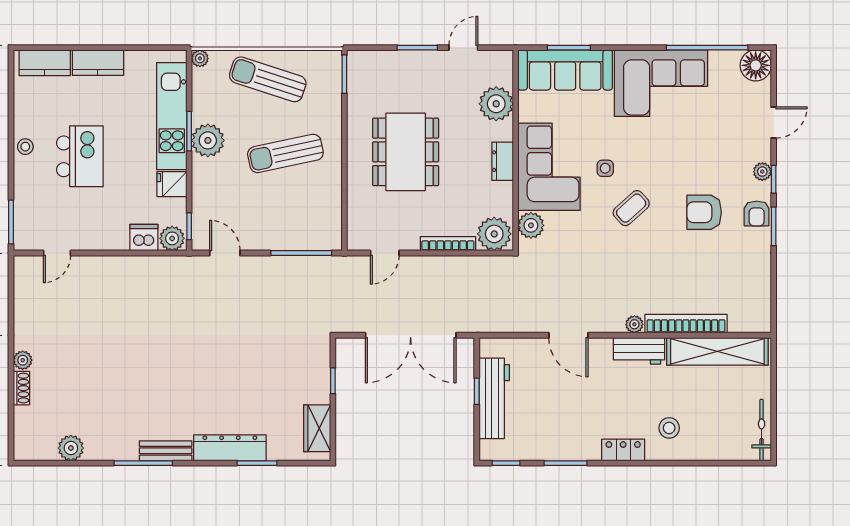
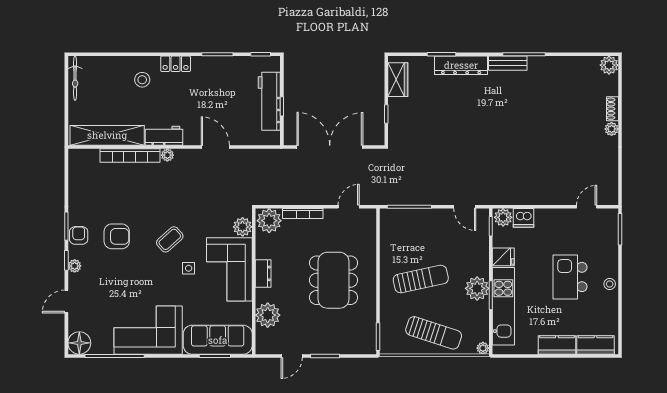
plant: (71, 448) -> (609, 65), moved

